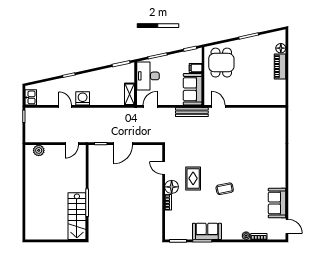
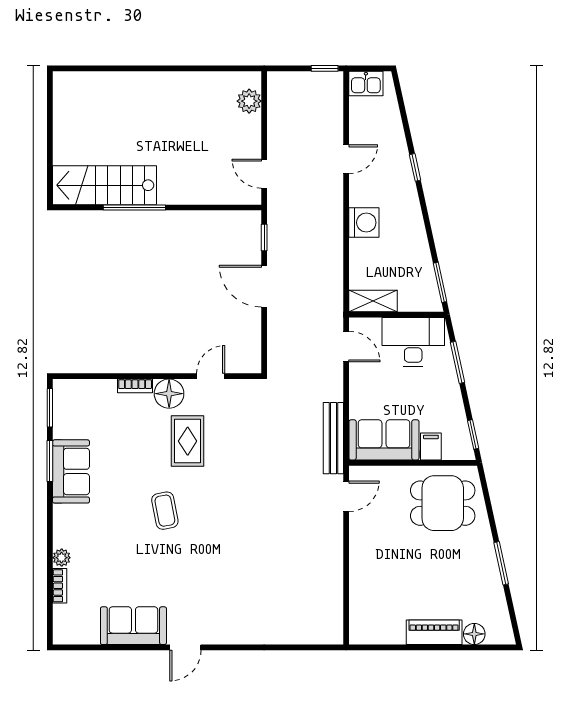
washing machine: (83, 98) -> (364, 223), moved
rug: (193, 178) -> (188, 441), turned 90
door: (287, 226) -> (185, 647), moved

